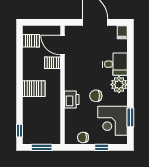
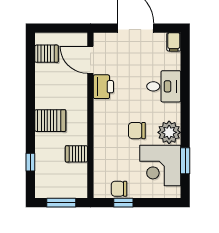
server rack: (53, 63) -> (76, 154), moved
plant: (119, 85) -> (169, 132), moved
printer: (72, 99) -> (103, 87), moved
window: (19, 131) -> (30, 162), moved
window: (102, 147) -> (123, 203), moved

